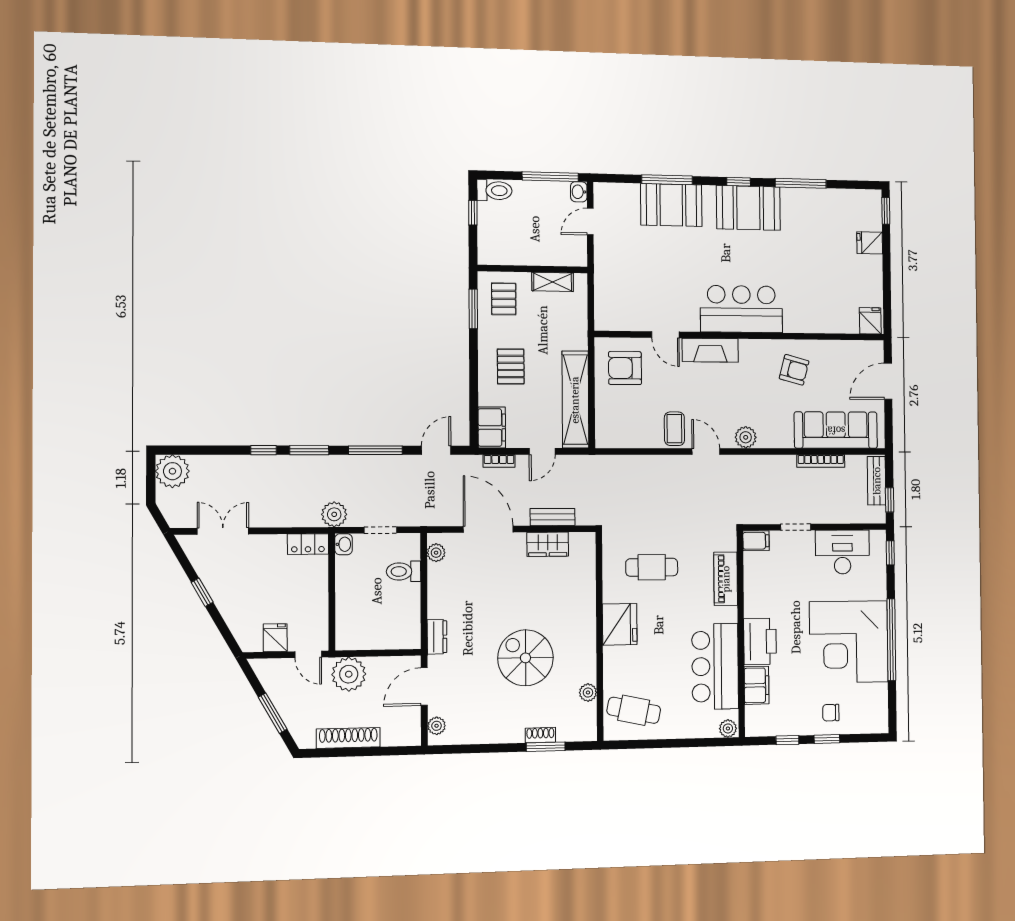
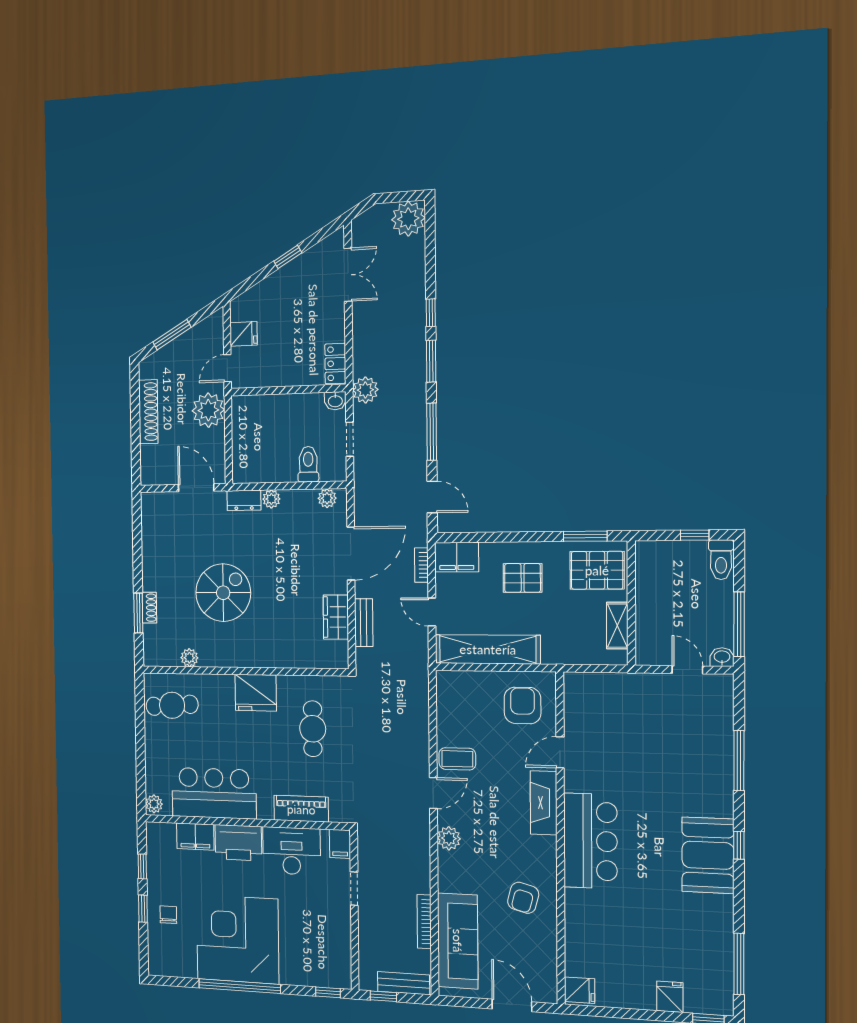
window: (801, 183) -> (739, 964), moved
booth: (671, 205) -> (709, 765), removed
pallet: (504, 299) -> (597, 570), width x1.50, depth x1.42
desk: (842, 552) -> (292, 851), moved, turned -90
cafe table: (634, 710) -> (172, 705), turned 74
plant: (437, 726) -> (271, 499), moved

